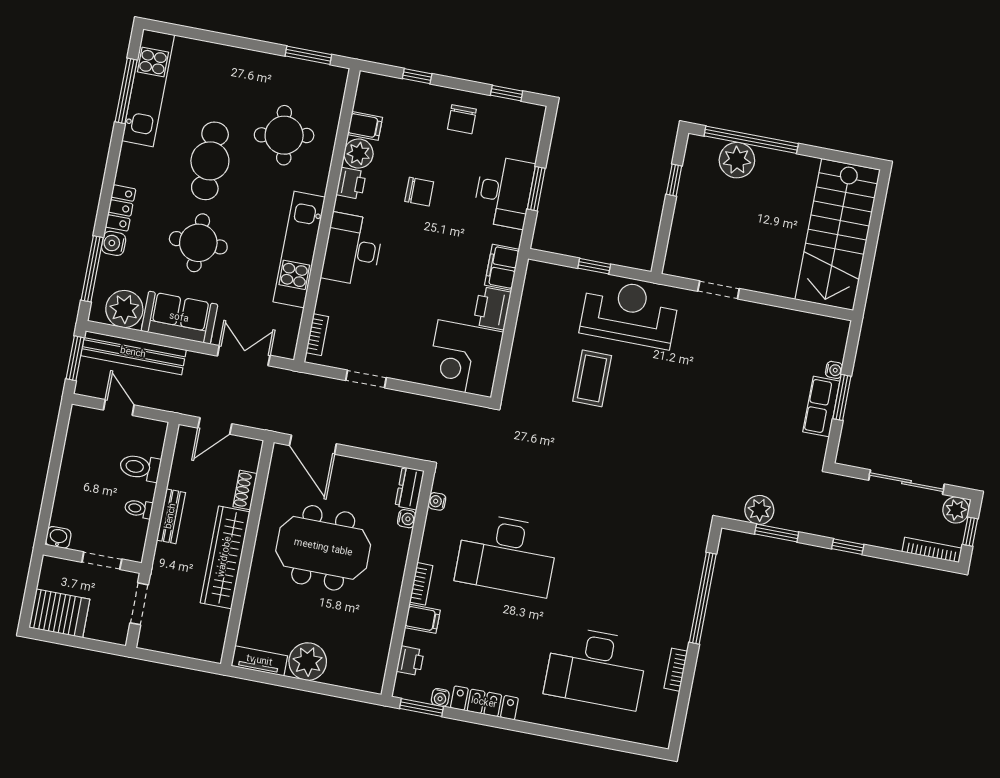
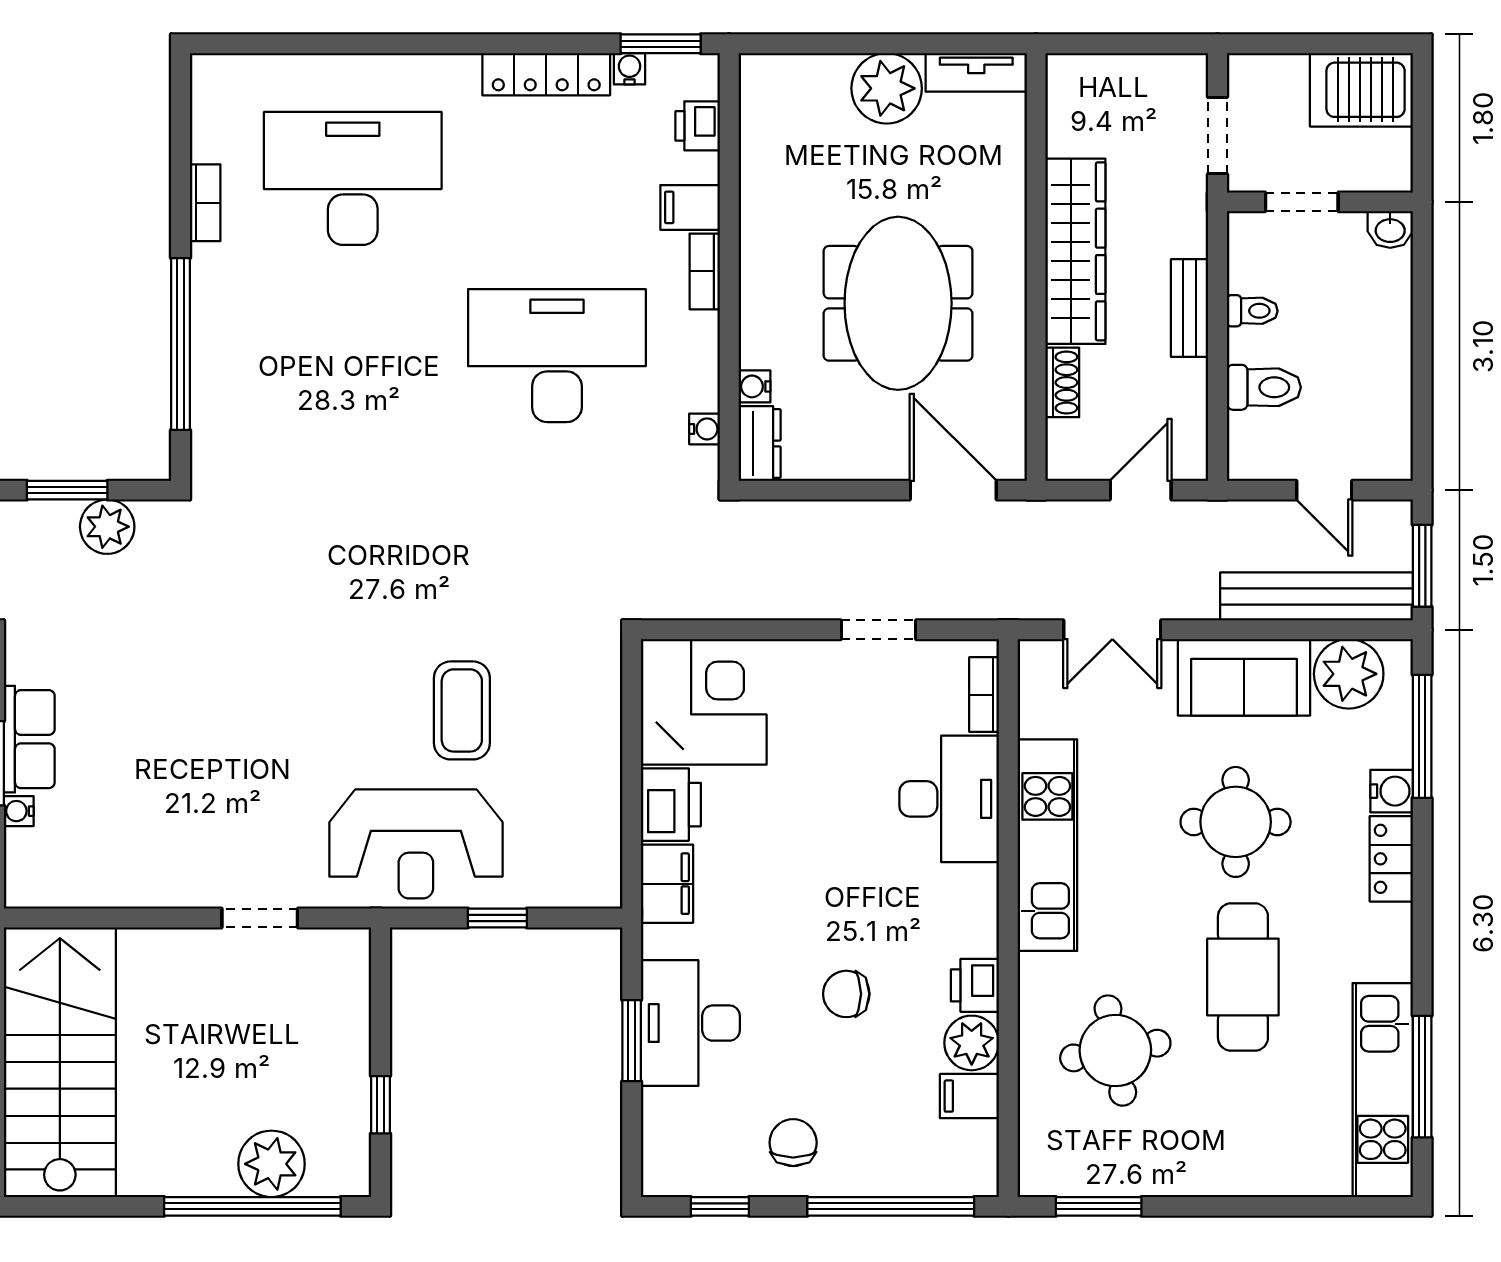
window: (417, 76) -> (891, 1206), width x3.17
desk: (352, 249) -> (949, 799), moved
meeting table: (323, 548) -> (898, 303), turned 90

